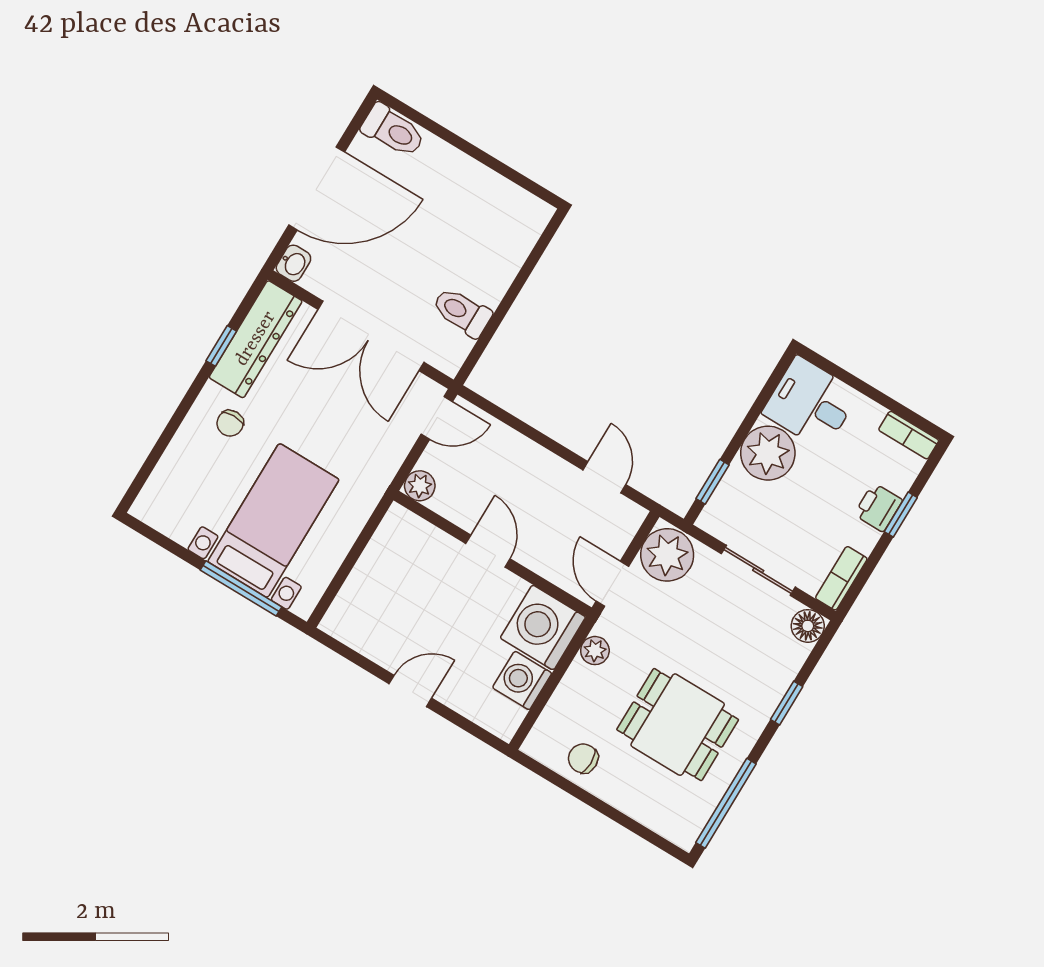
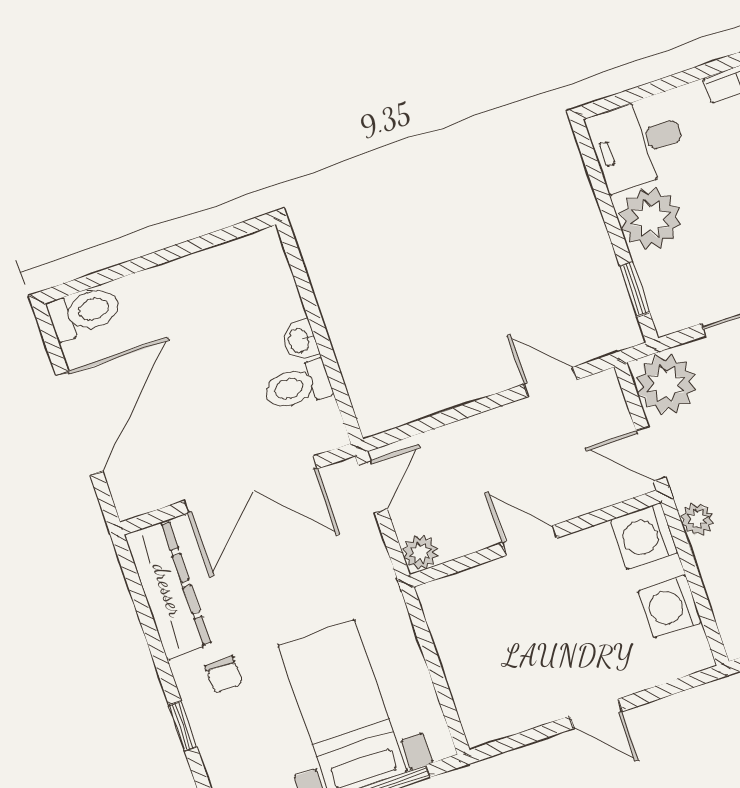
washbasin: (293, 263) -> (299, 341), moved, turned 180
window: (221, 346) -> (183, 726), moved
washing machine: (543, 627) -> (644, 536), width x0.73, depth x0.73
door: (410, 691) -> (596, 714), swing flipped

